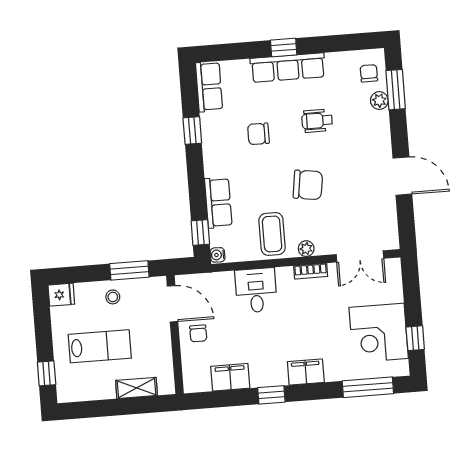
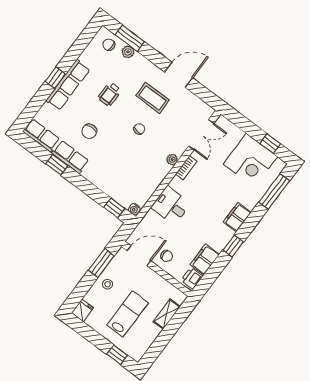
chair: (308, 185) -> (139, 129), width x0.54, depth x0.54
row of seats: (218, 203) -> (70, 157), moved
coffee table: (272, 234) -> (153, 98), moved
printer: (198, 381) -> (192, 278), added

